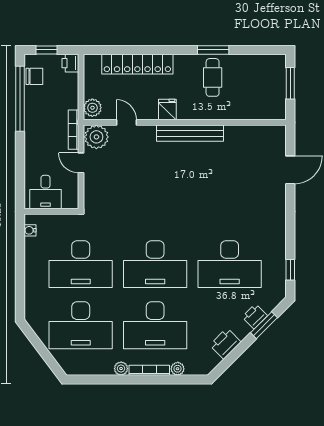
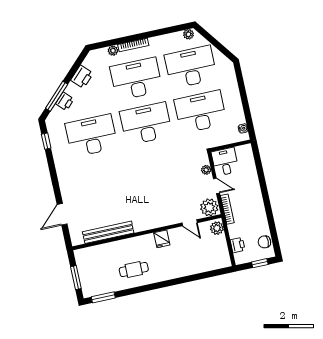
window: (213, 50) -> (103, 297), moved
printer: (70, 63) -> (238, 245), moved
locker: (137, 64) -> (191, 267), removed
cafe table: (213, 77) -> (134, 269), turned 90
window: (20, 99) -> (271, 223), removed
bench: (190, 133) -> (108, 232), moved
plant: (90, 187) -> (206, 170), added
desk: (45, 192) -> (225, 162), moved
window: (264, 325) -> (57, 96), width x1.44
plant: (121, 369) -> (188, 34), moved

